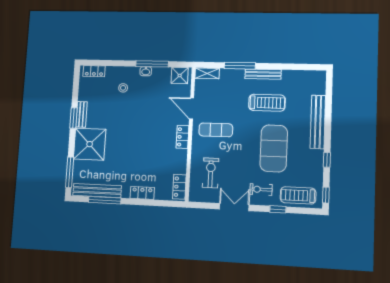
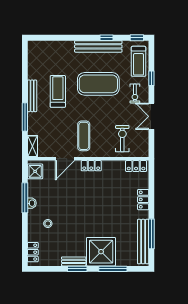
bench: (318, 122) -> (98, 46), moved
window: (70, 172) -> (113, 269), moved
exercise bike: (211, 173) -> (122, 139), turned 90

